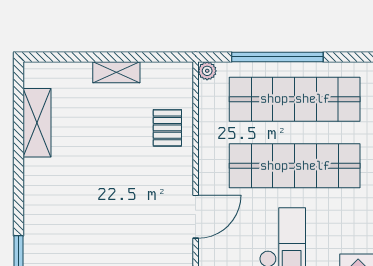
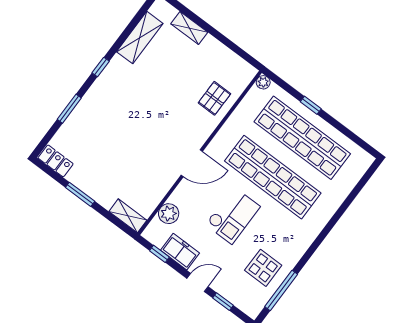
window: (277, 57) -> (311, 105), width x0.32
shelving: (116, 72) -> (189, 28), moved
window: (19, 187) -> (101, 67), added

